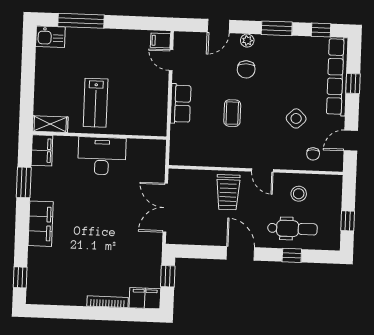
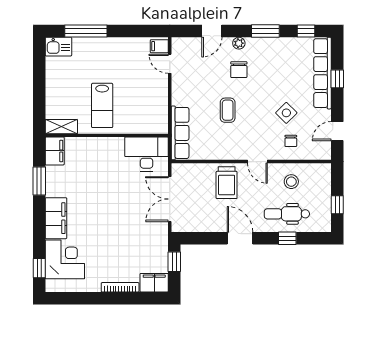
row of seats: (181, 104) -> (180, 133), moved, width x1.48
chair: (313, 154) -> (291, 141), moved
desk: (102, 156) -> (147, 154), moved
dental chair: (292, 229) -> (287, 214), turned 180
corner desk: (48, 269) -> (65, 259), added

